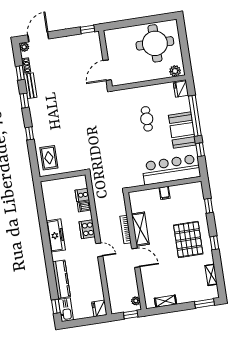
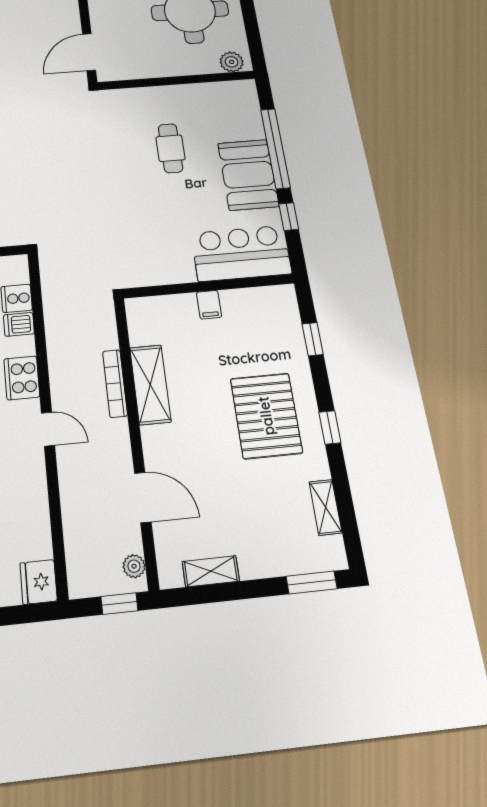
fridge: (181, 89) -> (244, 96), removed
bar counter: (171, 170) -> (241, 253), width x0.73
door: (136, 258) -> (143, 497), moved

